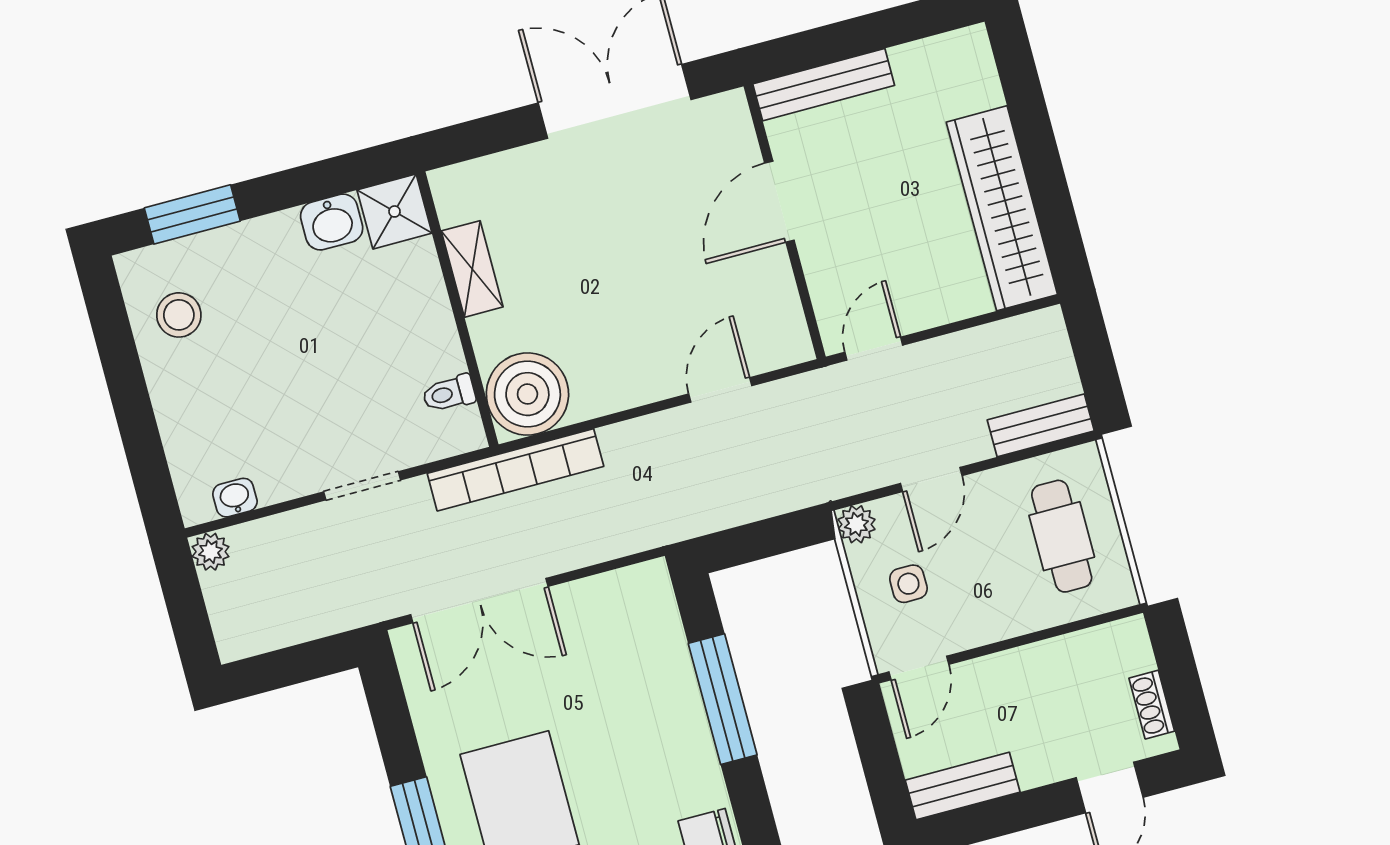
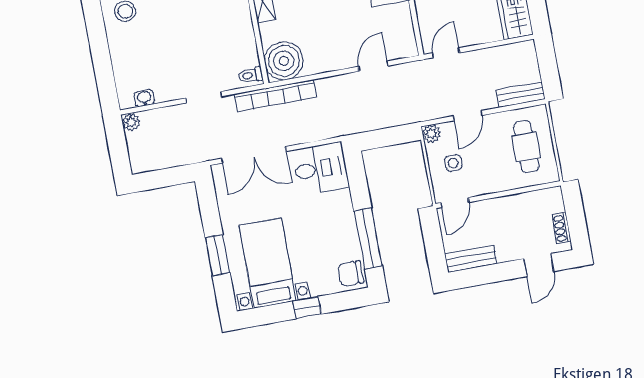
toilet: (449, 393) -> (251, 75), moved
desk: (625, 619) -> (321, 169), added
window: (723, 699) -> (368, 239), moved

